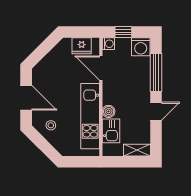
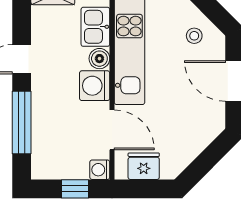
washing machine: (141, 47) -> (95, 86), moved, turned -90

